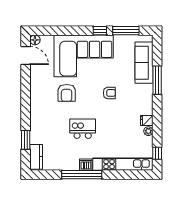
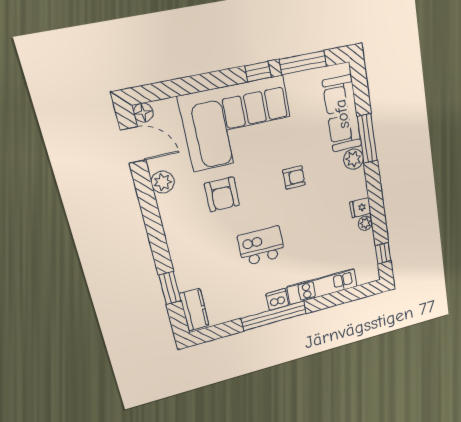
plant: (36, 79) -> (163, 182), added
plant: (147, 90) -> (353, 159), added
kitchen unit: (123, 164) -> (322, 286), width x0.73

